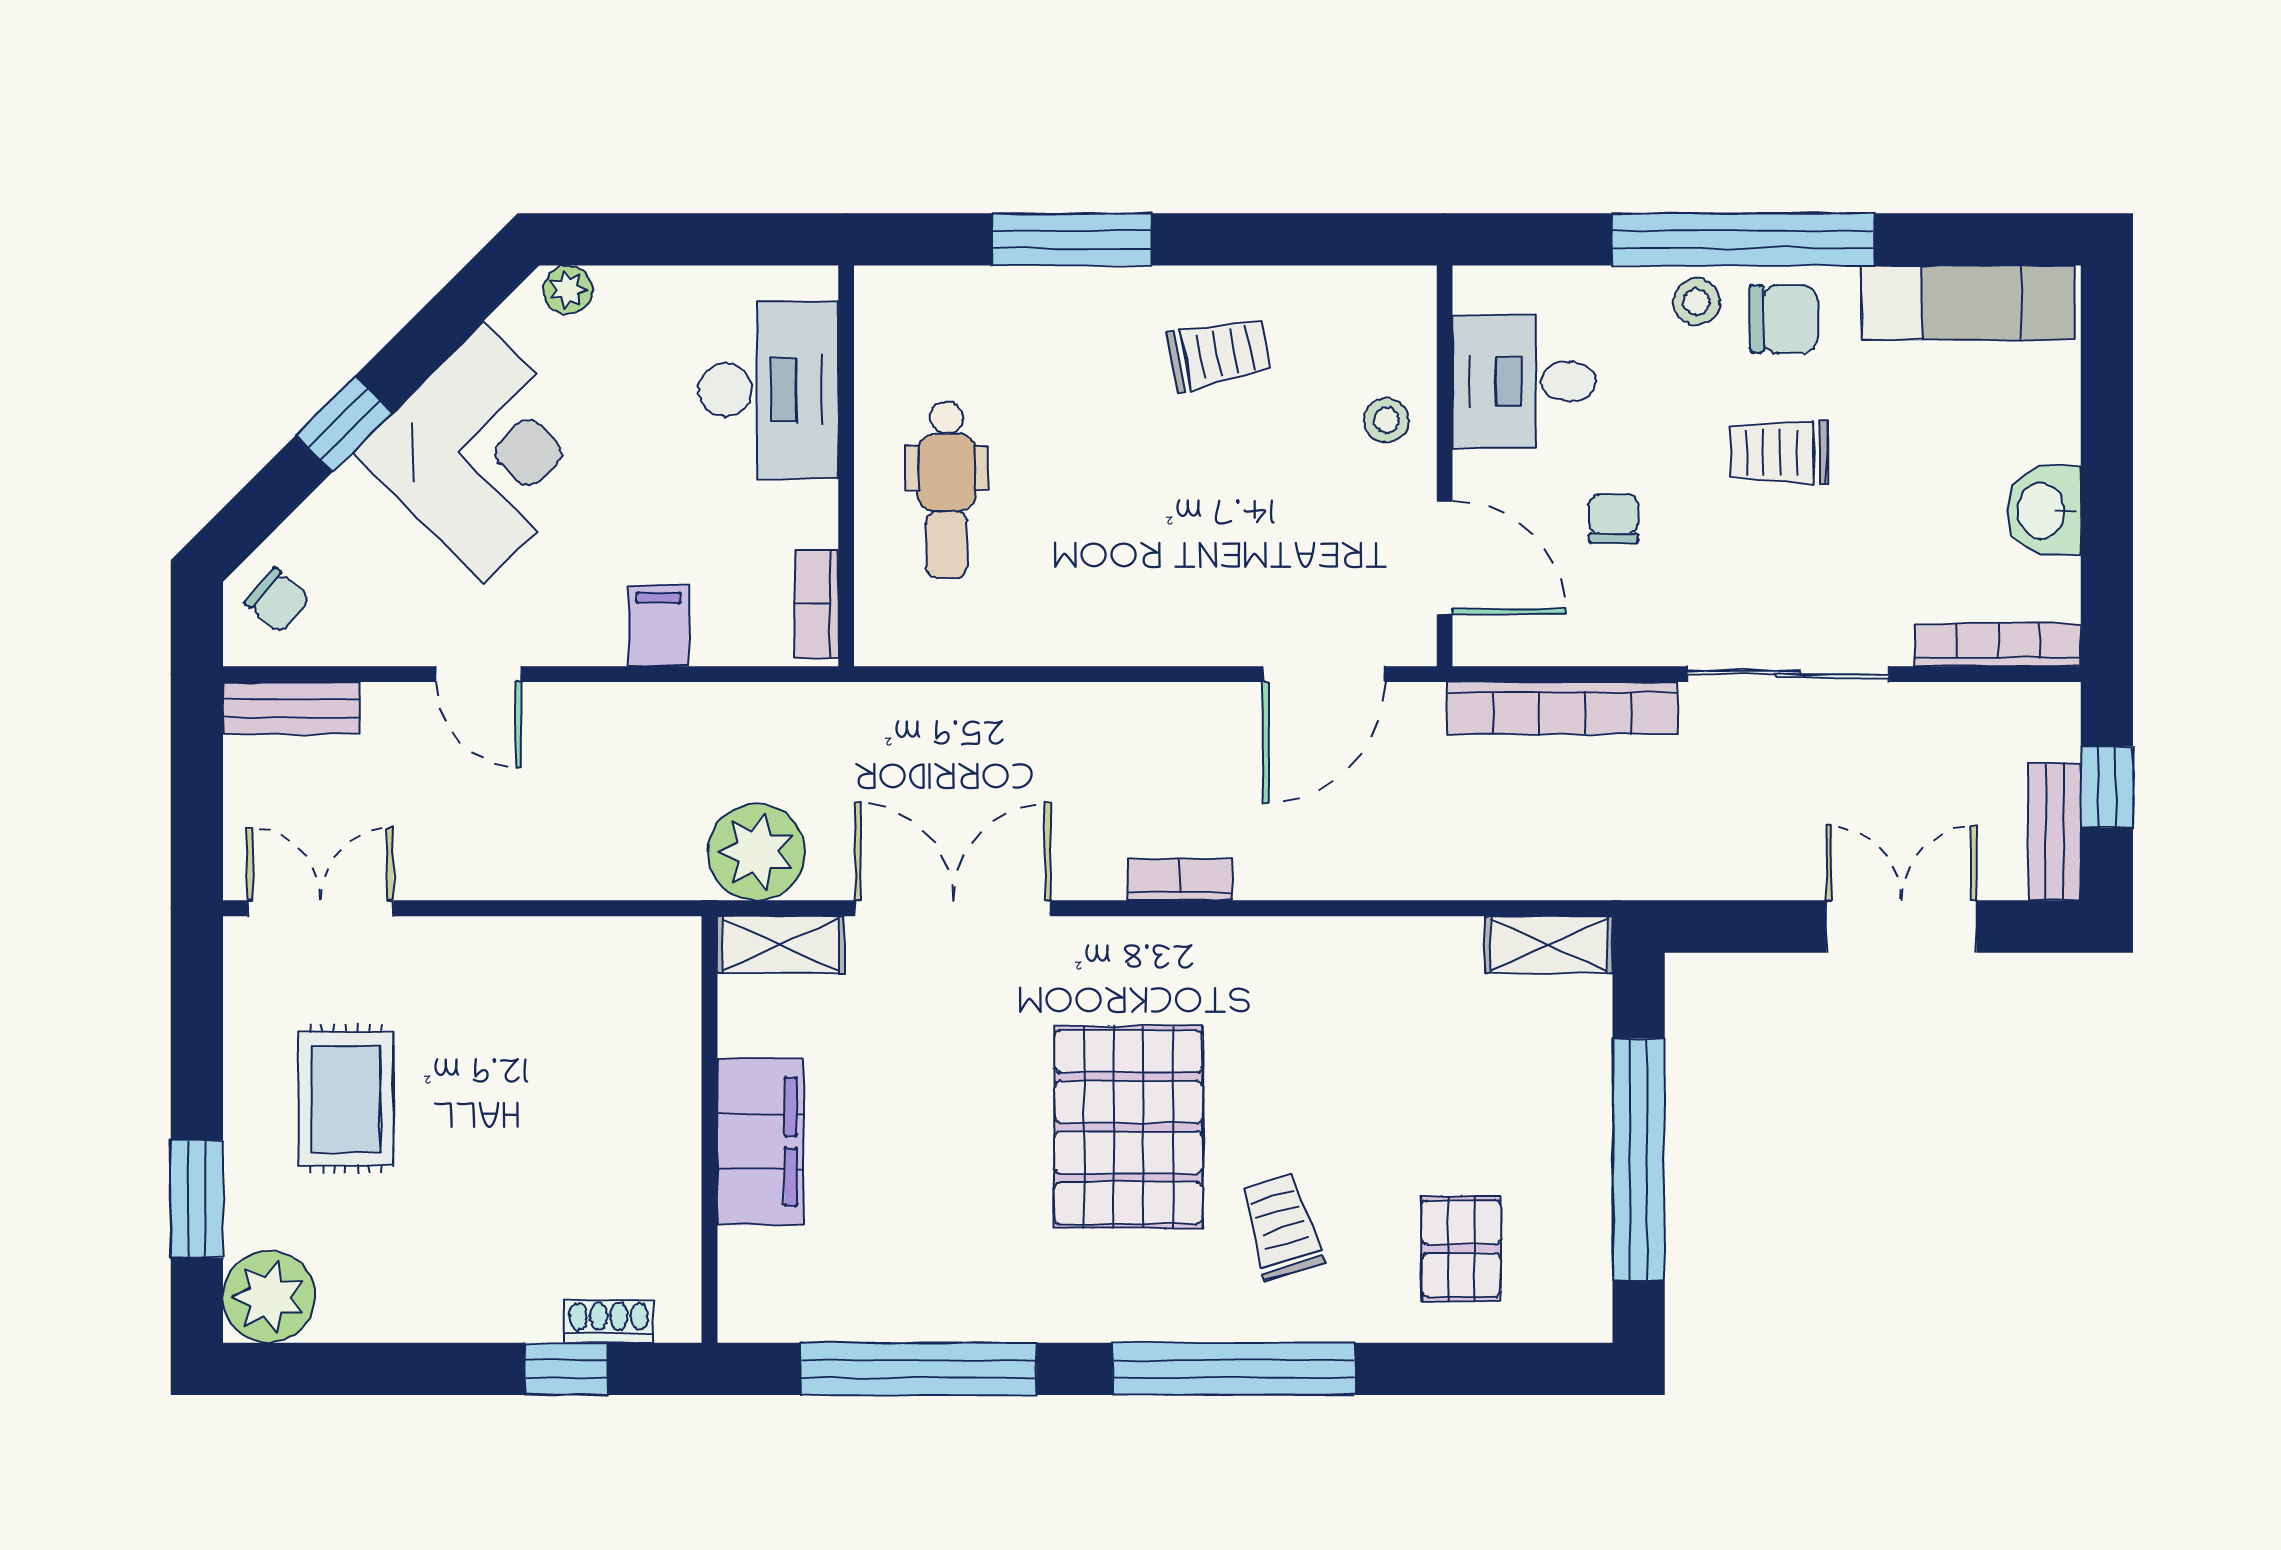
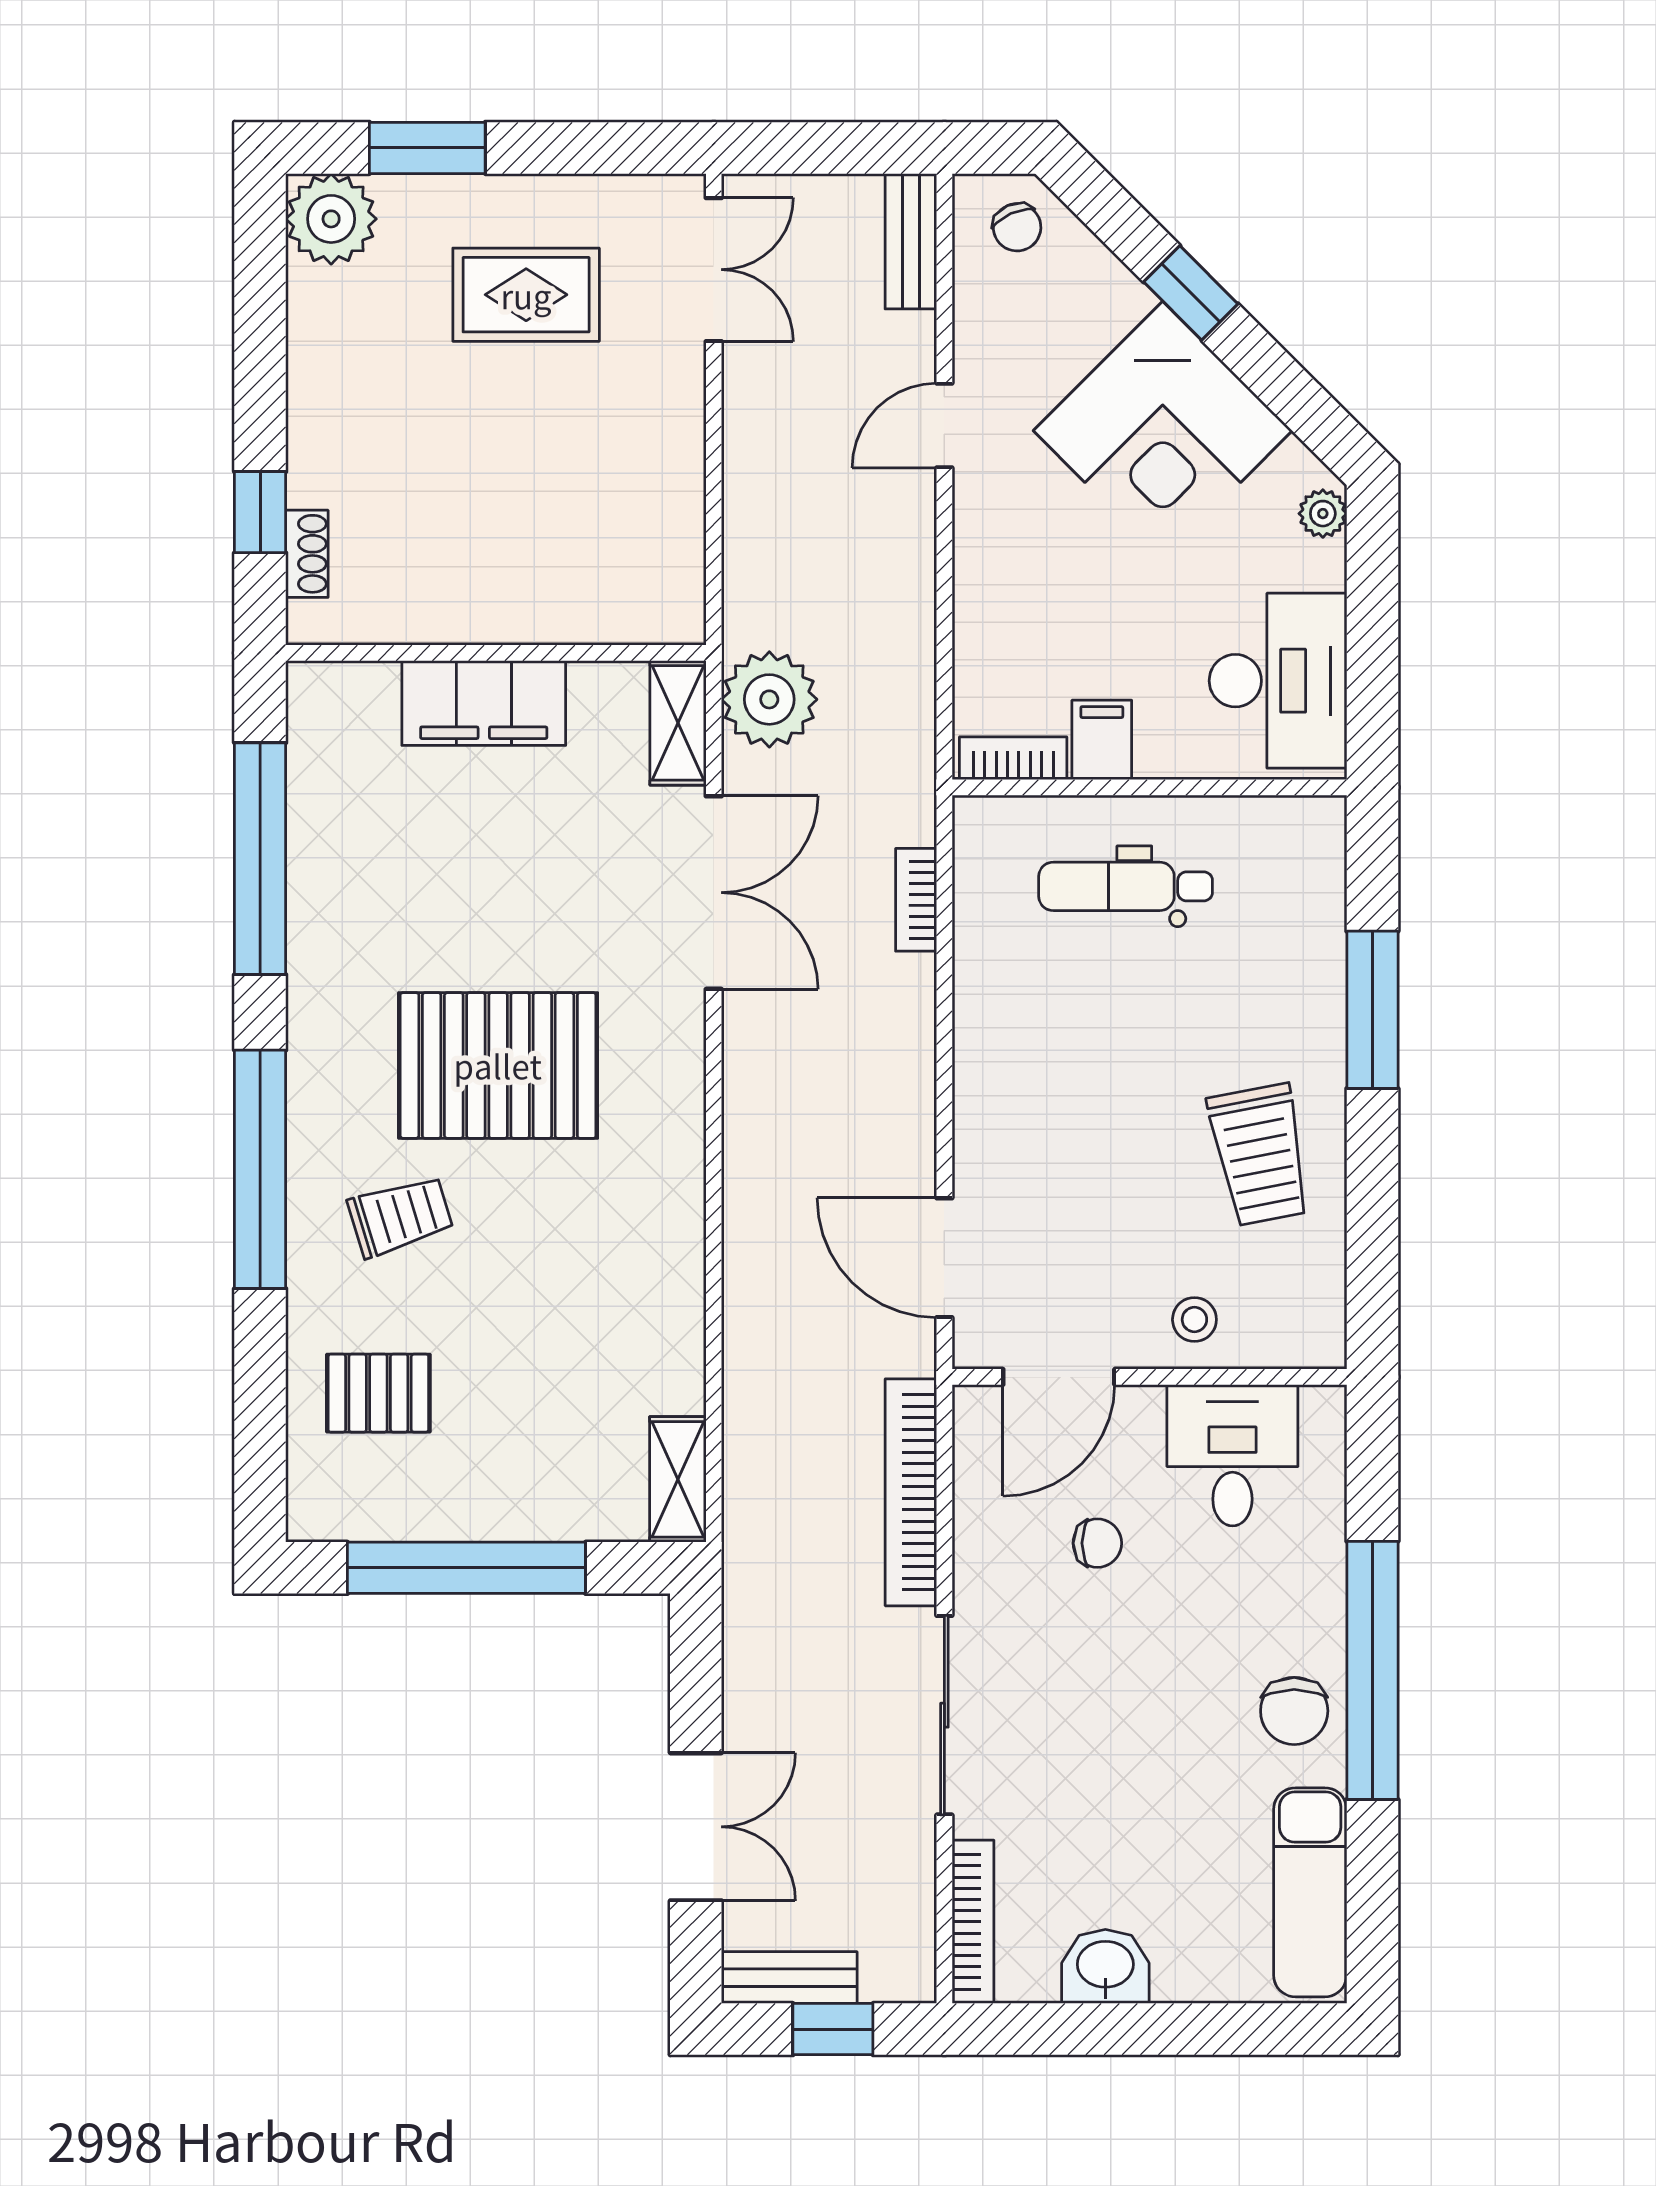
stool: (1696, 302) -> (1311, 1625), removed
trolley: (1219, 354) -> (1260, 1155), width x1.36, depth x1.39
desk: (768, 390) -> (1278, 681), moved, turned -90
trolley: (1778, 452) -> (1163, 1706), removed
chair: (277, 600) -> (1017, 227), turned -65
filing cabinet: (659, 626) -> (1102, 740), moved, turned -90
bookcase: (1180, 880) -> (916, 900), moved, turned 180

